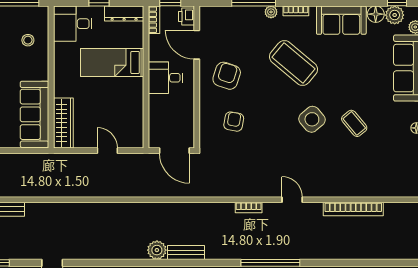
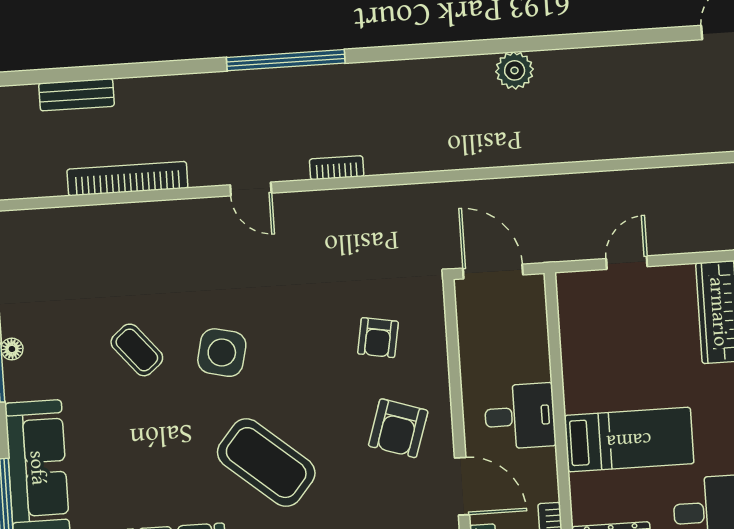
side table: (312, 119) -> (222, 353), turned -36
door: (107, 151) -> (627, 263), swing flipped
bench: (186, 252) -> (76, 95), moved

